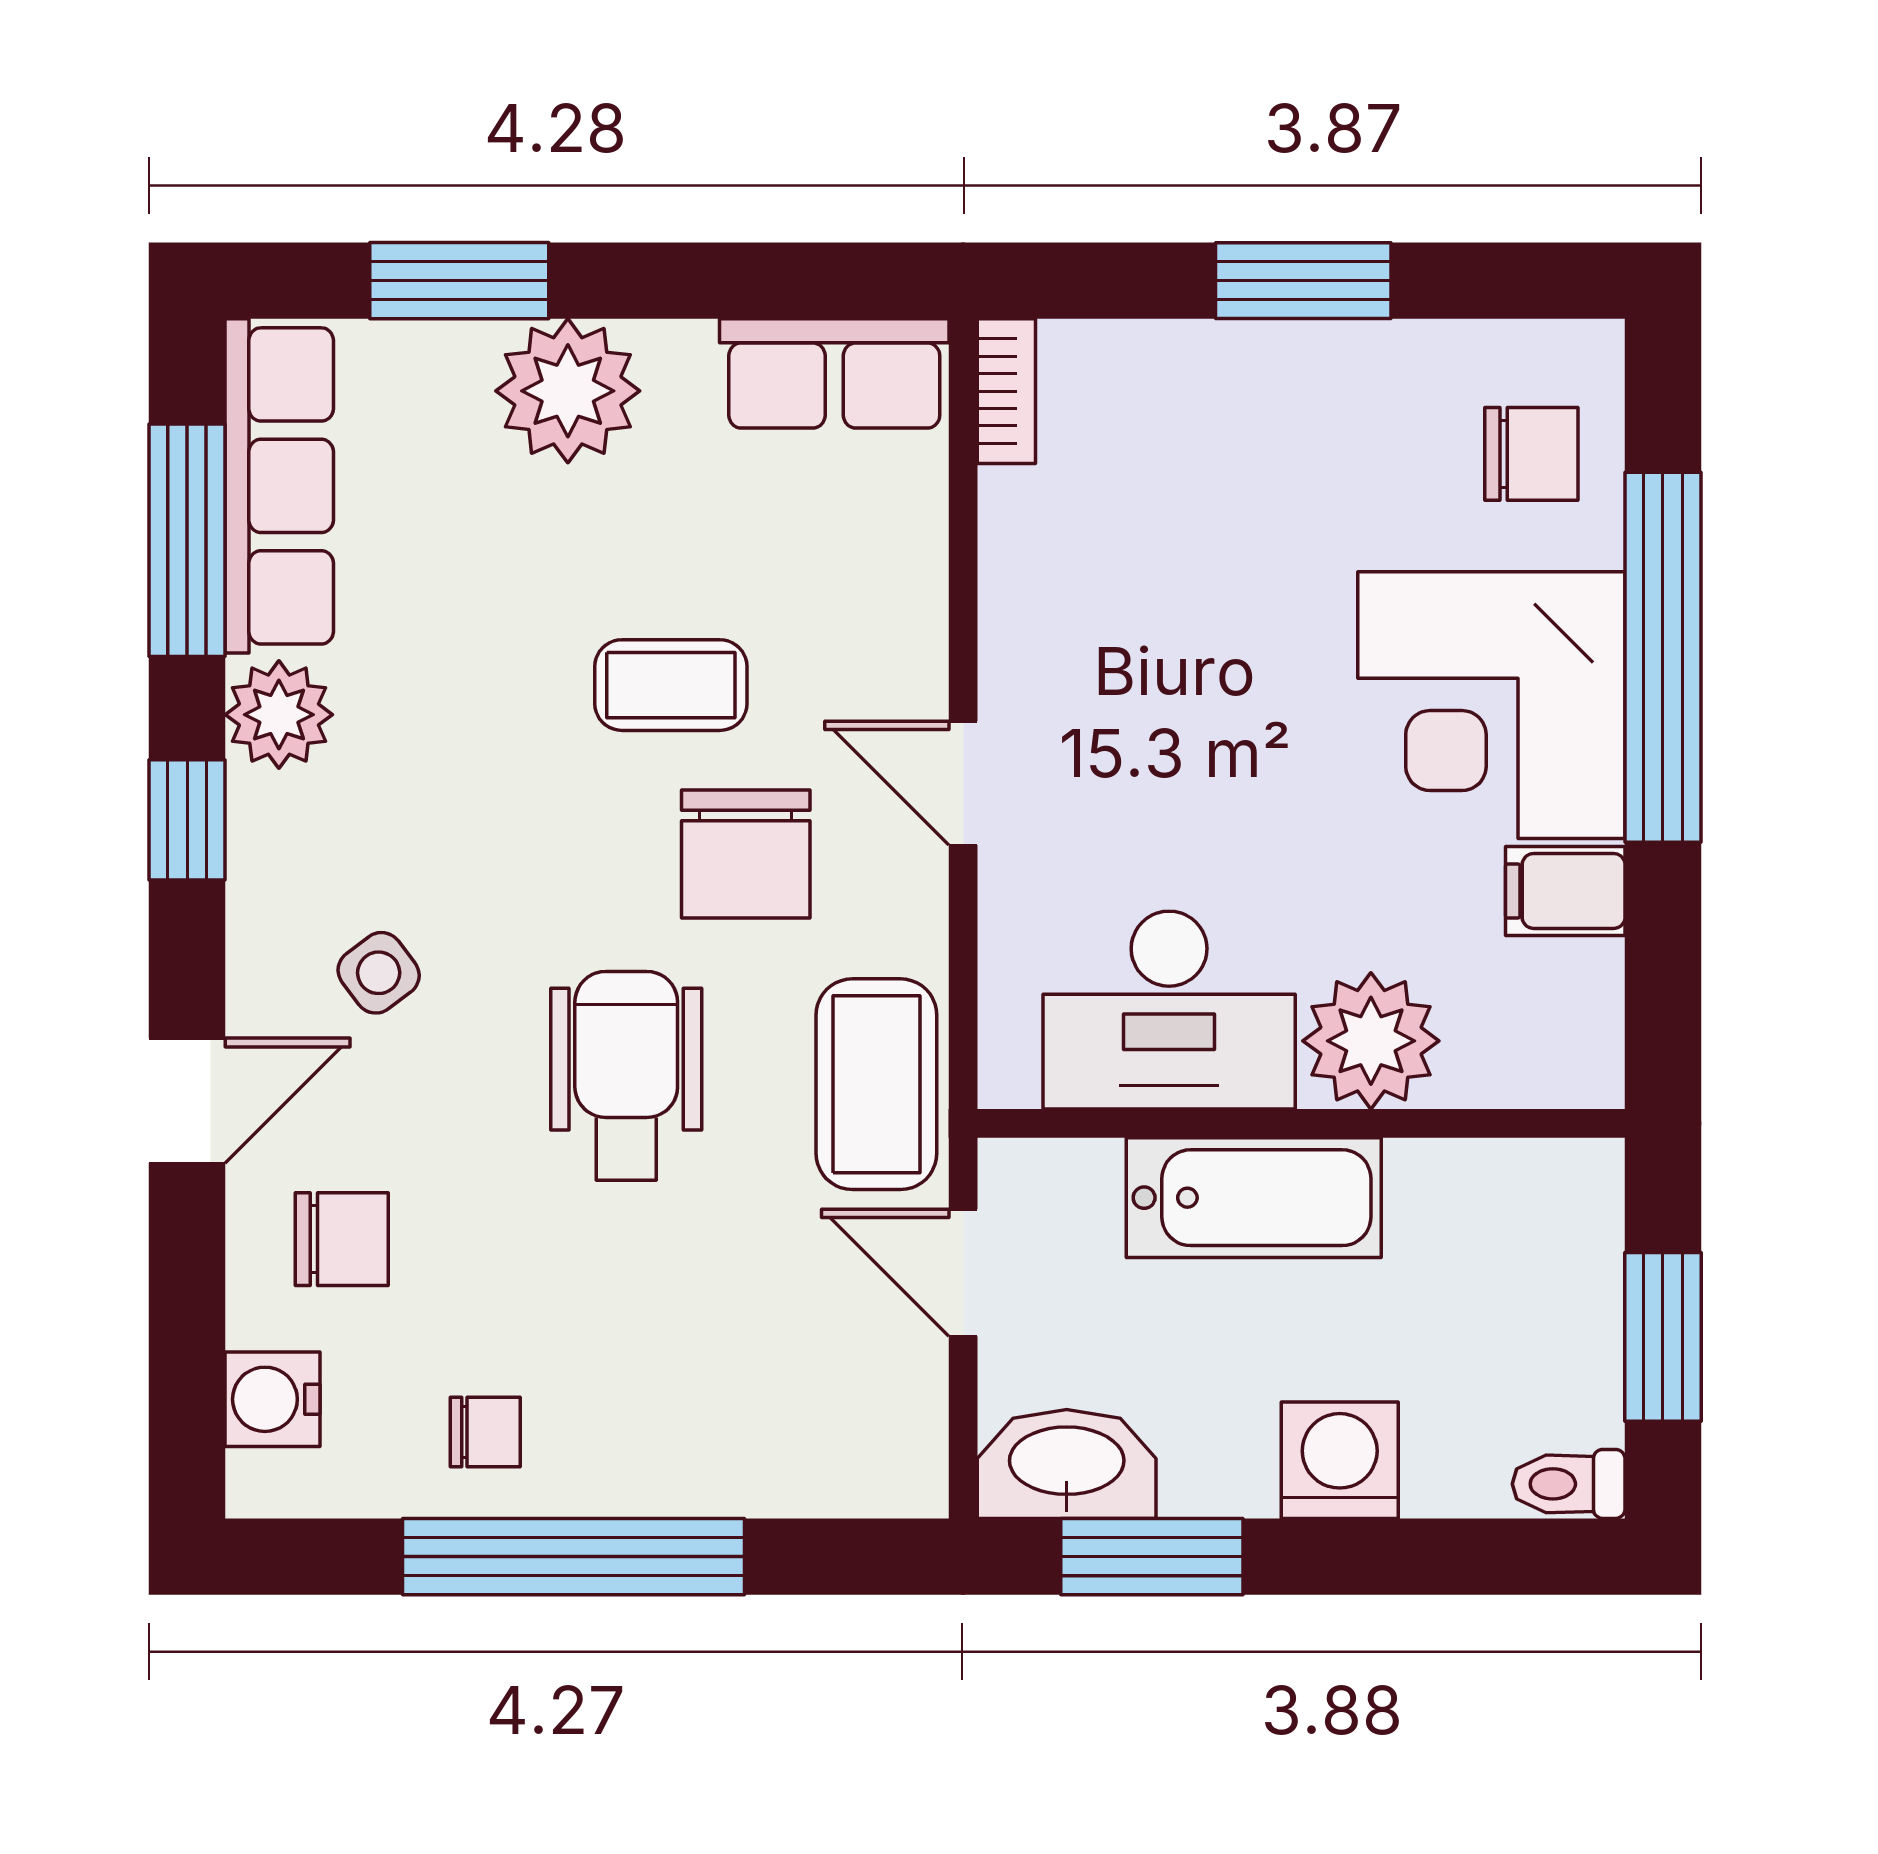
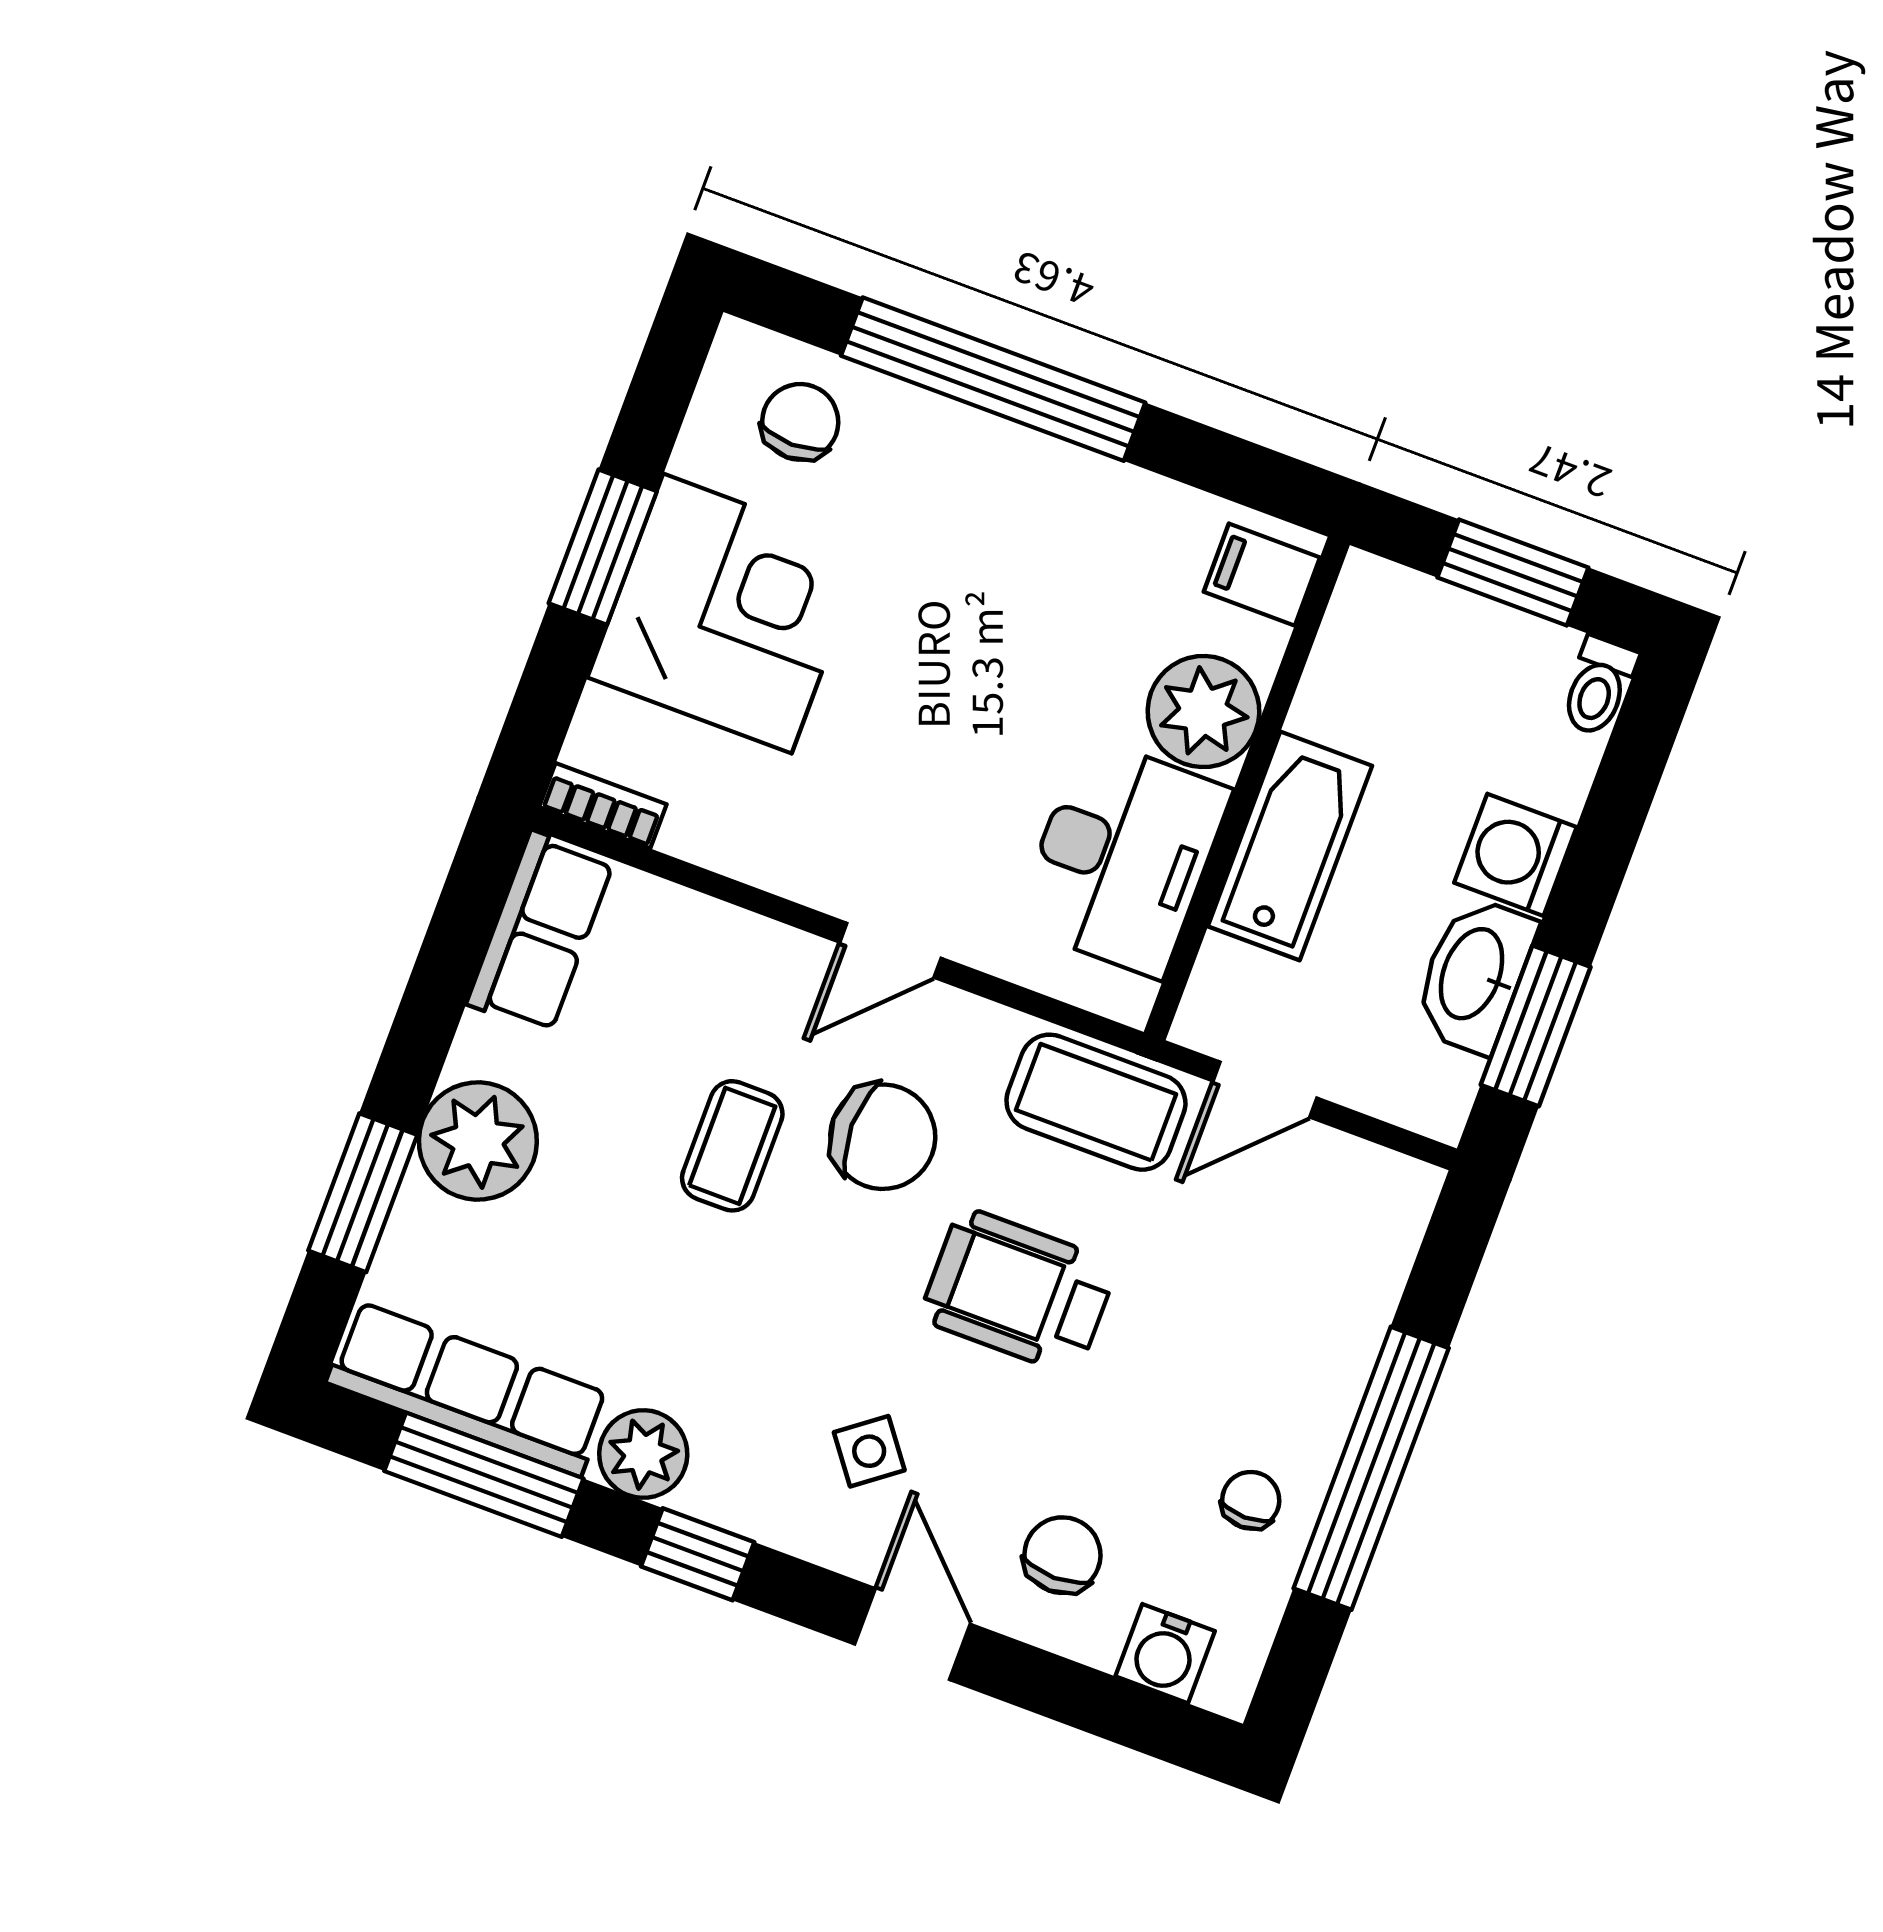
corner desk: (1491, 705) -> (727, 614), moved, turned -90
filing cabinet: (1565, 891) -> (1262, 575), moved, turned 90
washbasin: (1067, 1464) -> (1474, 975), moved

